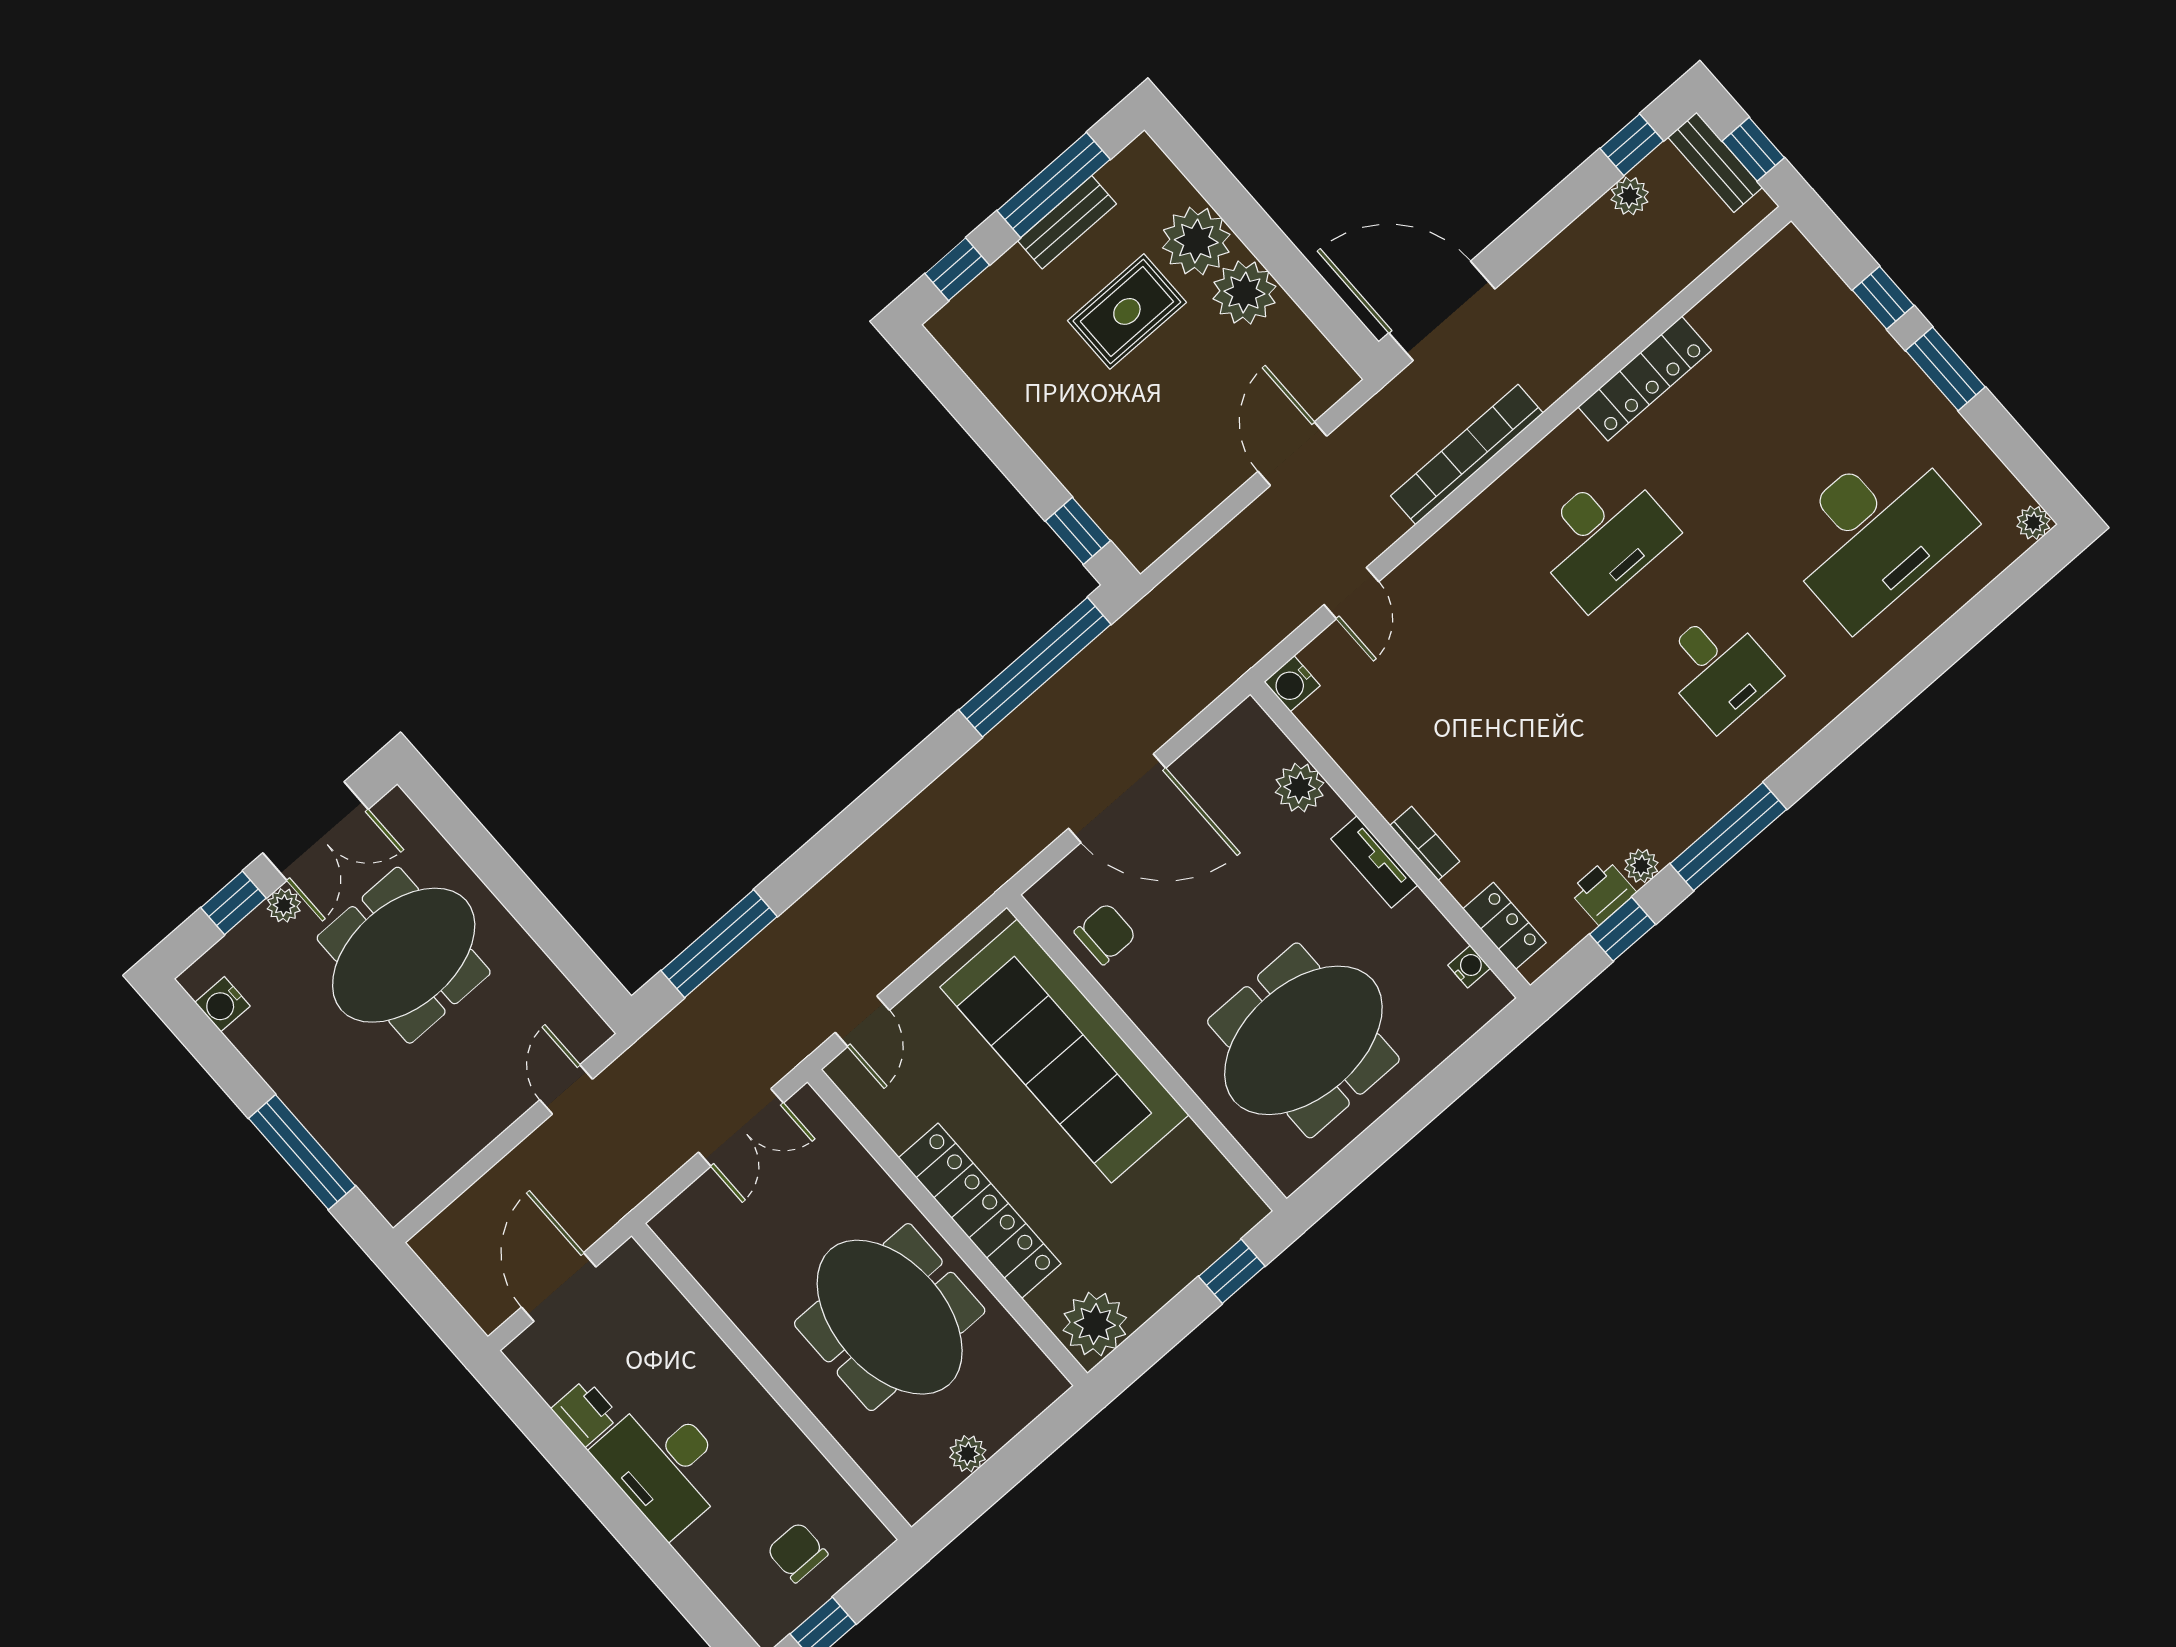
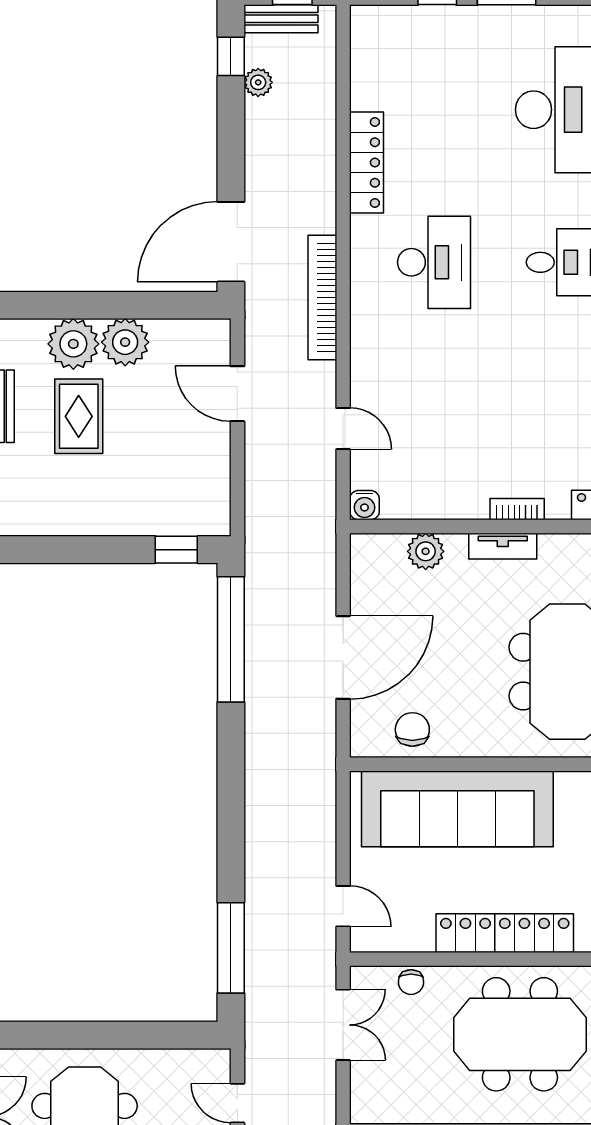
chair: (846, 1159) -> (411, 982), added

